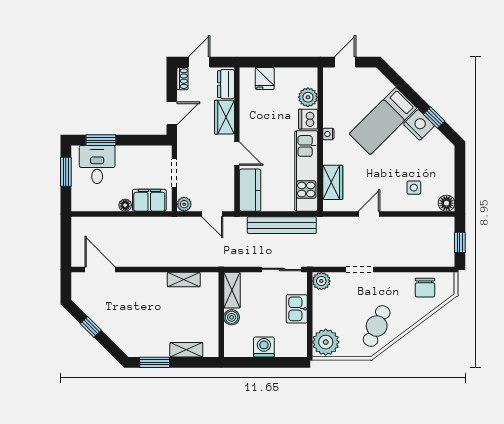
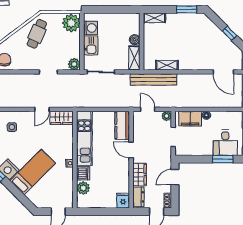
fridge: (265, 78) -> (123, 201), moved
wardrobe: (333, 182) -> (62, 118), moved, turned -90
bench: (282, 225) -> (154, 79), moved
washing machine: (264, 347) -> (91, 28), moved, turned -90
shelving: (186, 350) -> (154, 18), moved

